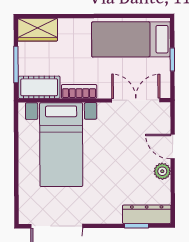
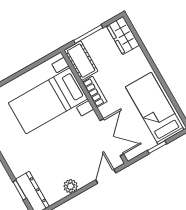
door: (173, 146) -> (106, 176), moved

